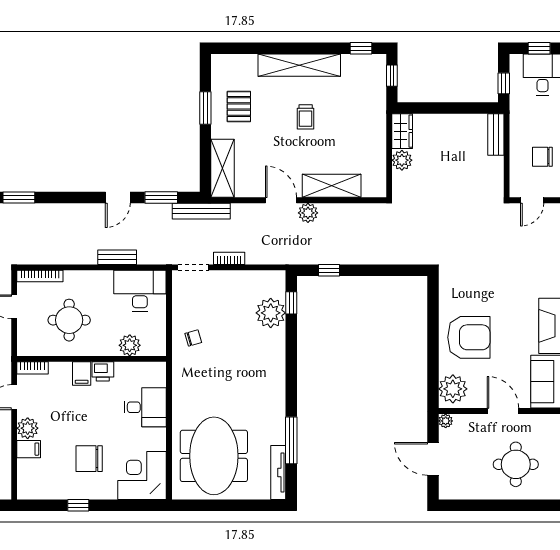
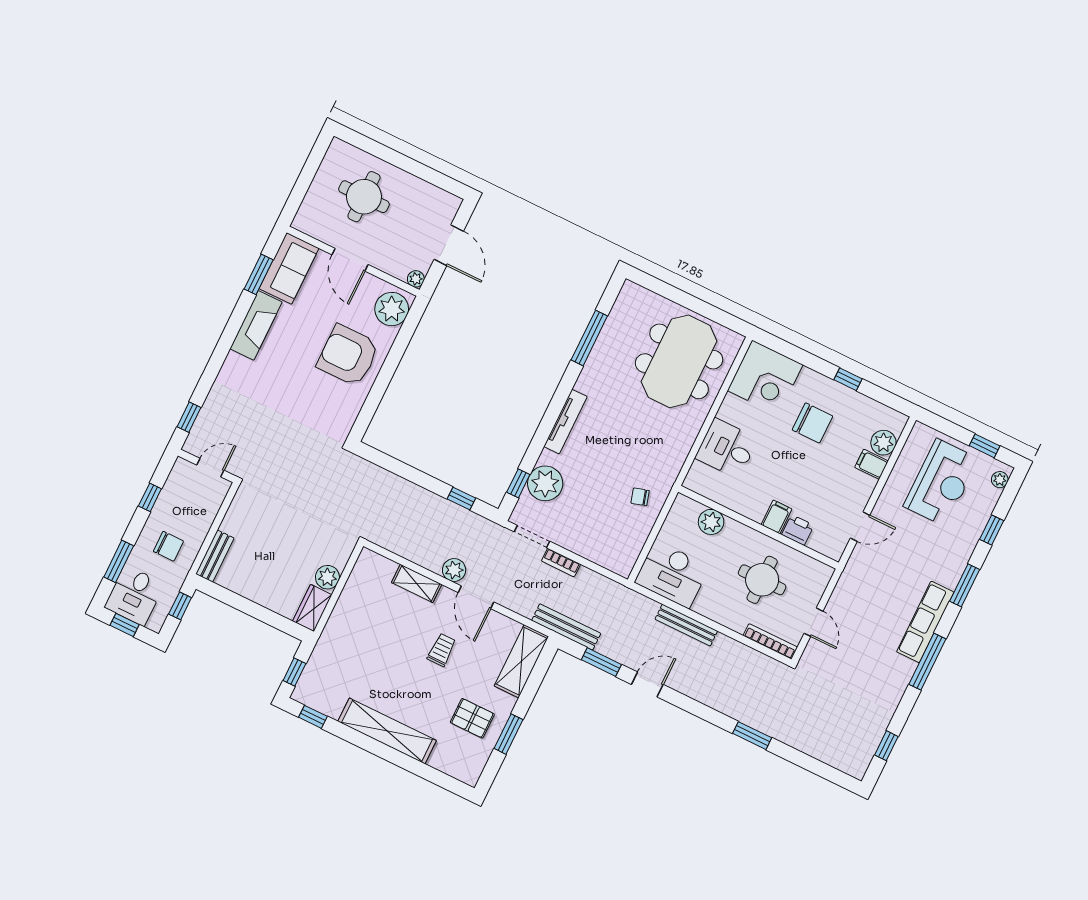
pallet: (239, 107) -> (472, 718), turned 90
trolley: (306, 117) -> (442, 650), moved
chair: (542, 157) -> (168, 546), moved
shelving: (332, 186) -> (417, 583), width x0.67, depth x0.75
bench: (117, 257) -> (686, 625), width x1.36
doorway: (193, 267) -> (532, 537), moved
bookcase: (33, 368) -> (825, 548), removed
printer: (103, 371) -> (798, 530), moved
plant: (28, 428) -> (883, 443), moved
tv unit: (278, 472) -> (565, 422), moved

